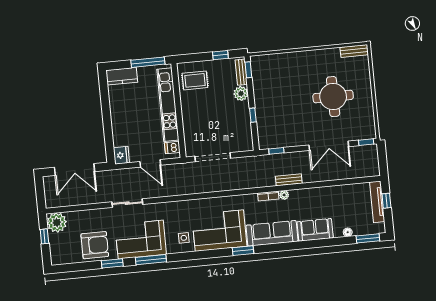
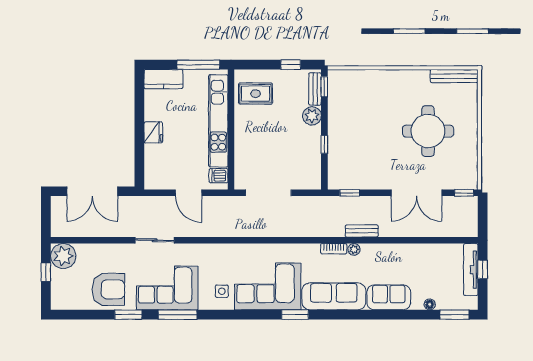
bench: (354, 51) -> (454, 76), width x1.36
fridge: (121, 155) -> (153, 132), moved

